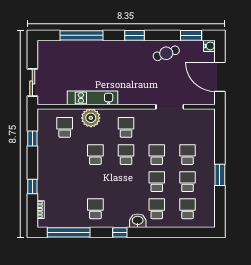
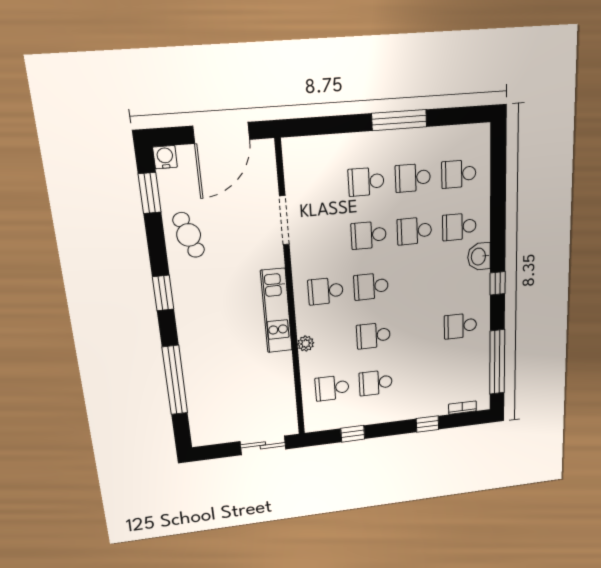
kitchen unit: (92, 98) -> (276, 311), moved
plant: (91, 118) -> (306, 344), width x0.53, depth x0.53
school desk: (65, 155) -> (376, 383), added
window: (220, 175) -> (399, 120), width x1.44

